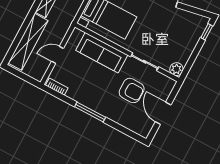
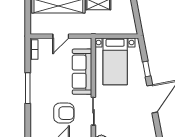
door: (58, 55) -> (61, 36), swing flipped
armchair: (132, 90) -> (64, 113), turned -90

